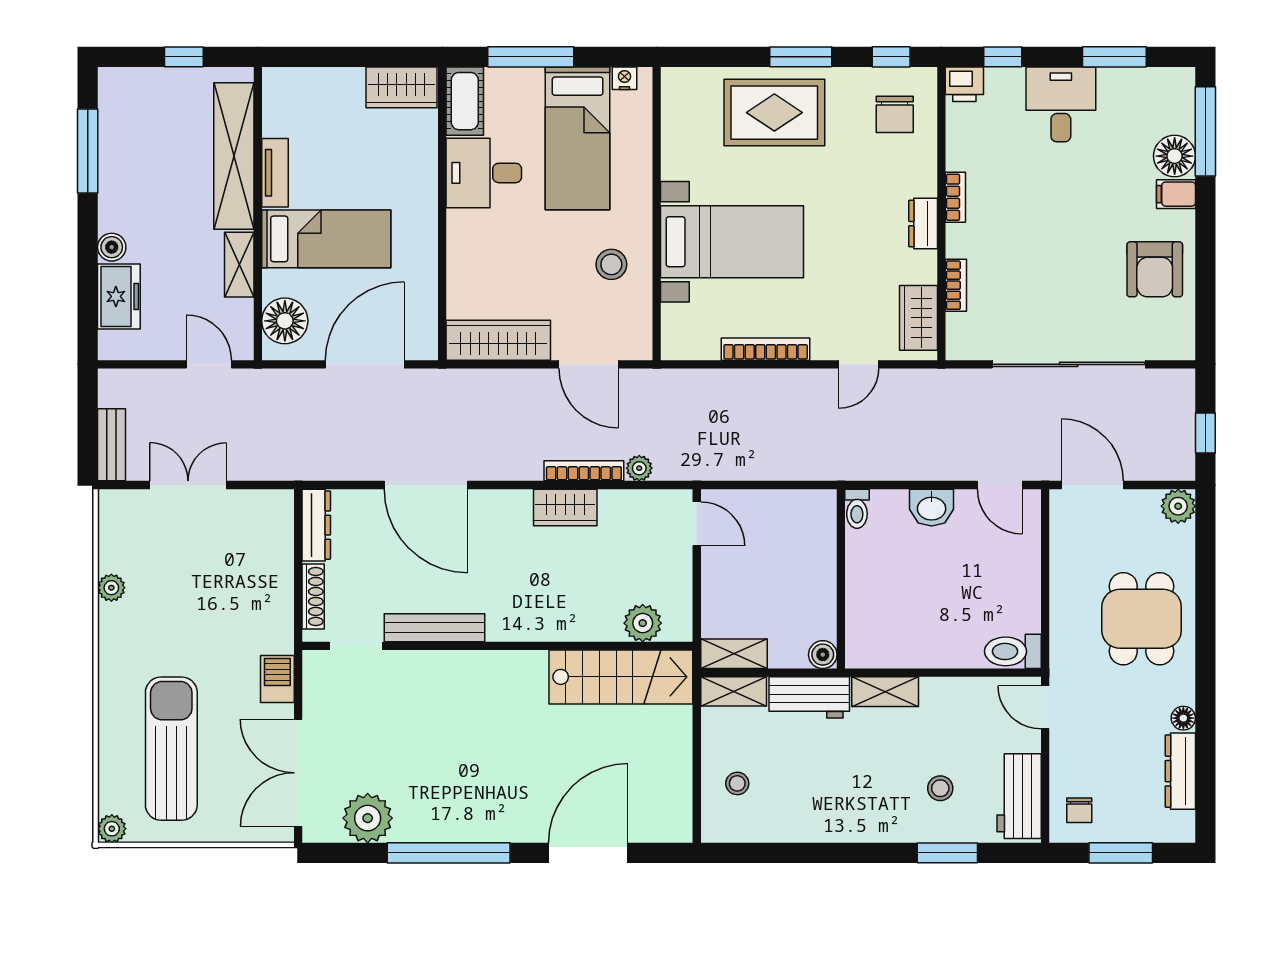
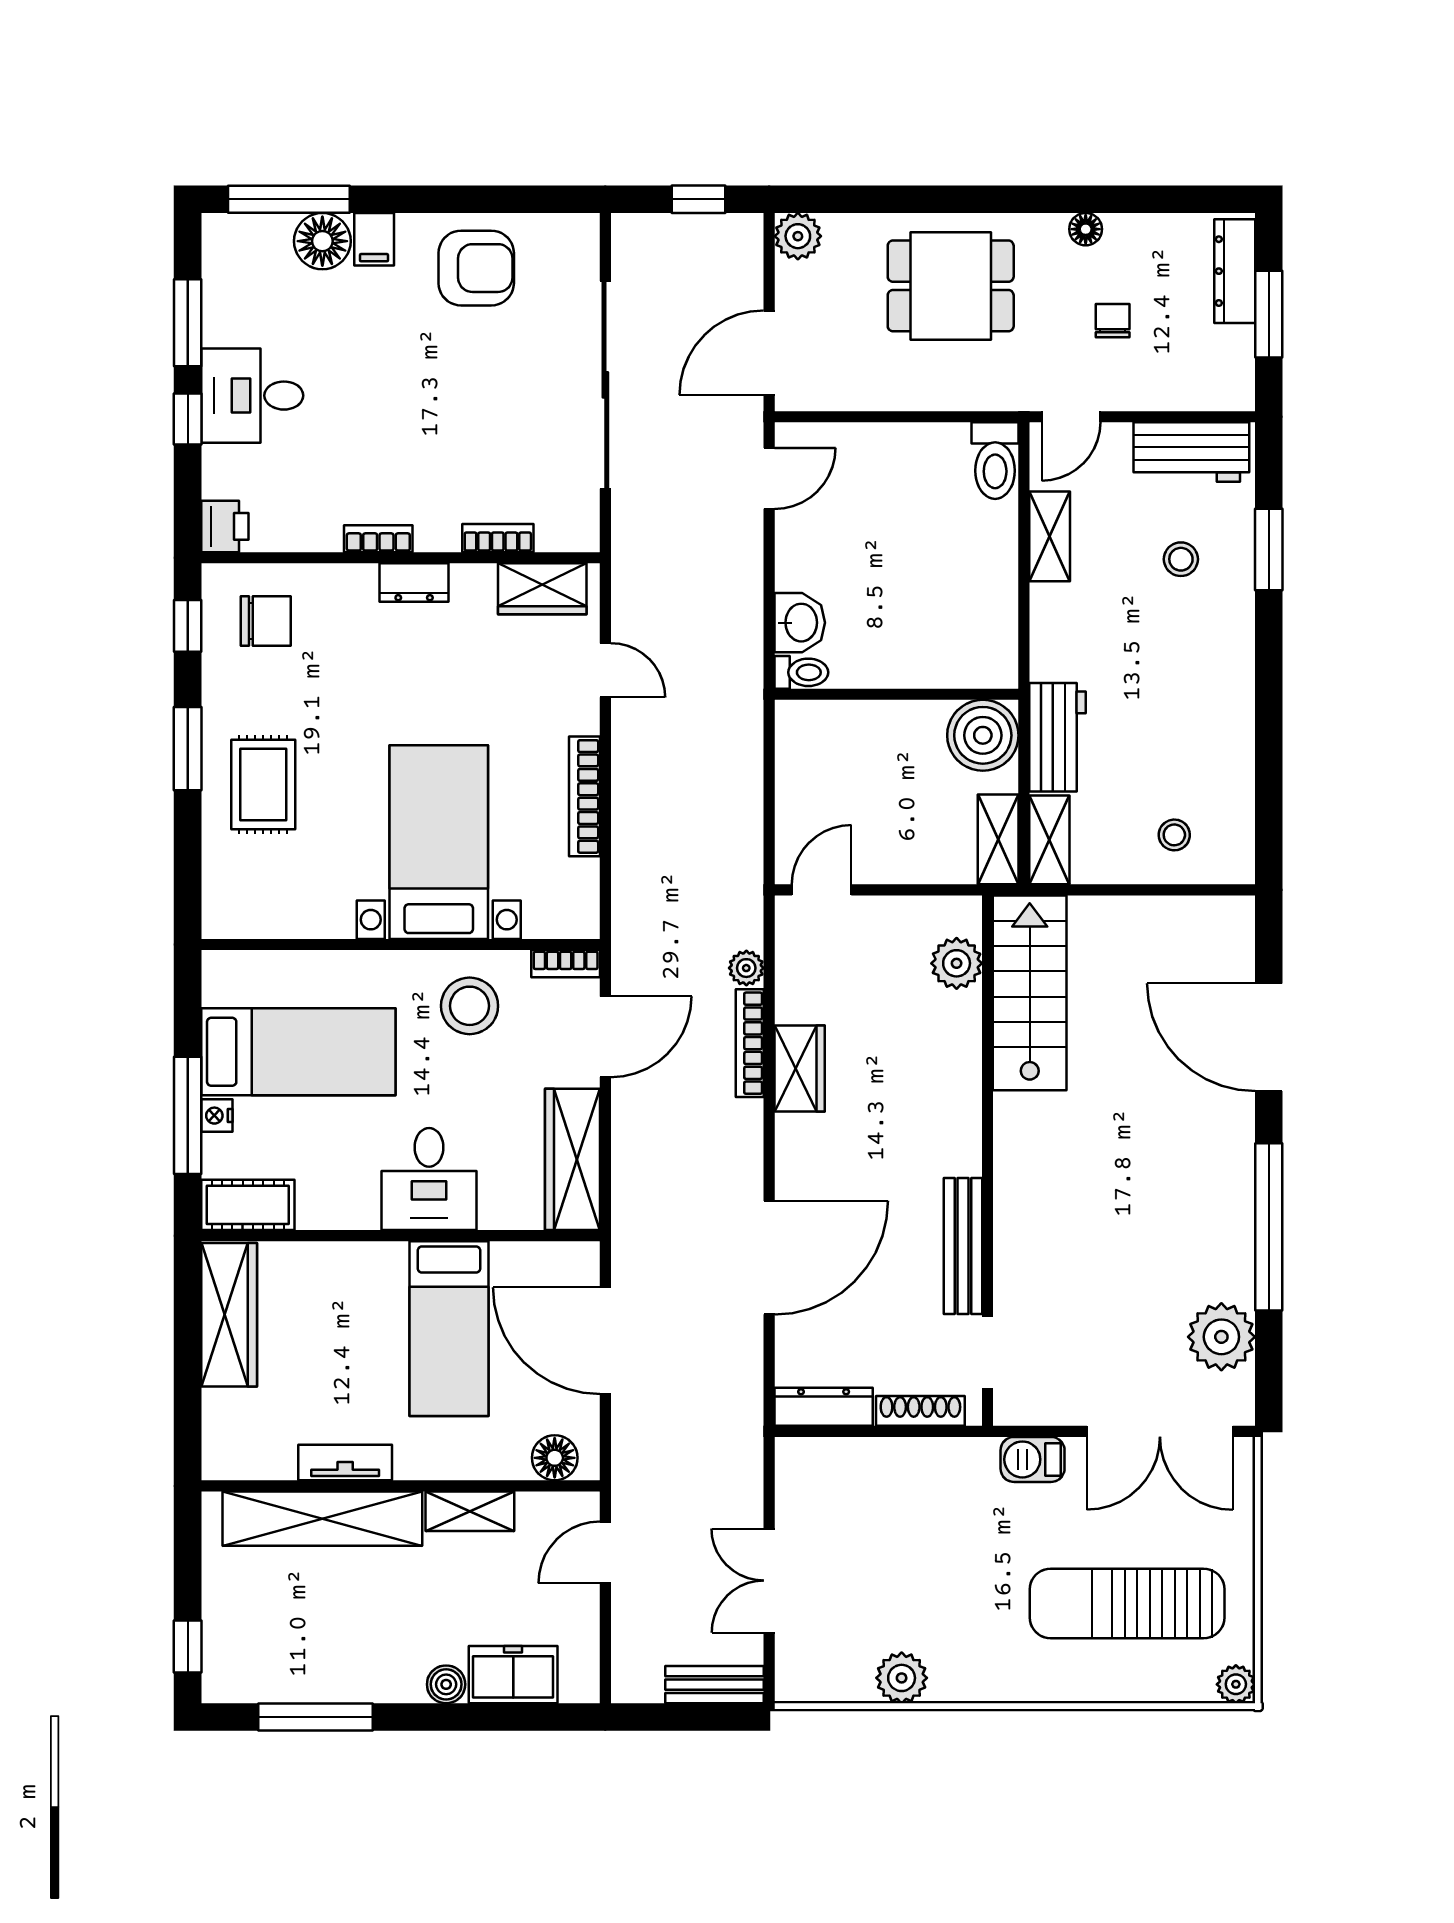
window: (184, 57) -> (188, 1647), moved
window: (1003, 57) -> (188, 419), moved
nightstand: (624, 78) -> (217, 1116), moved
wardrobe: (402, 87) -> (229, 1315), width x1.50
rug: (774, 113) -> (263, 785), width x0.73, depth x0.70
desk: (484, 173) -> (429, 1179), moved
bed: (326, 239) -> (449, 1329), moved, turned 180
stool: (611, 264) -> (470, 1006), width x1.38, depth x1.38
floor lamp: (285, 321) -> (555, 1458), width x0.73, depth x0.73
bookcase: (642, 335) -> (566, 964), added
washbasin: (932, 508) -> (800, 623), moved
plant: (111, 588) -> (902, 1678), width x1.38, depth x1.38
boiler: (823, 655) -> (983, 735), width x1.86, depth x1.86
shelving: (885, 692) -> (1050, 536), moved
dresser: (1180, 771) -> (1235, 271), moved, turned 90
chair: (1079, 810) -> (1113, 321), moved, turned -90

